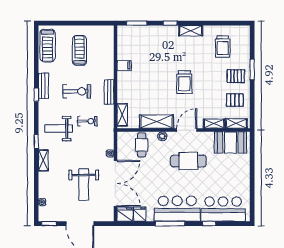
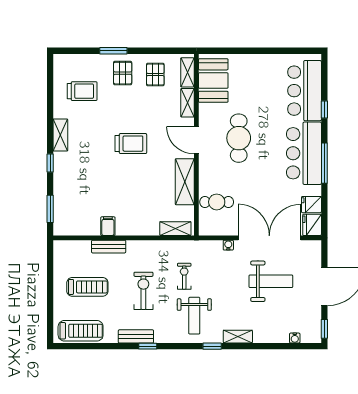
treadmill: (80, 50) -> (87, 287), turned 180
bench: (109, 92) -> (109, 247), moved
plant: (162, 136) -> (205, 174), removed

